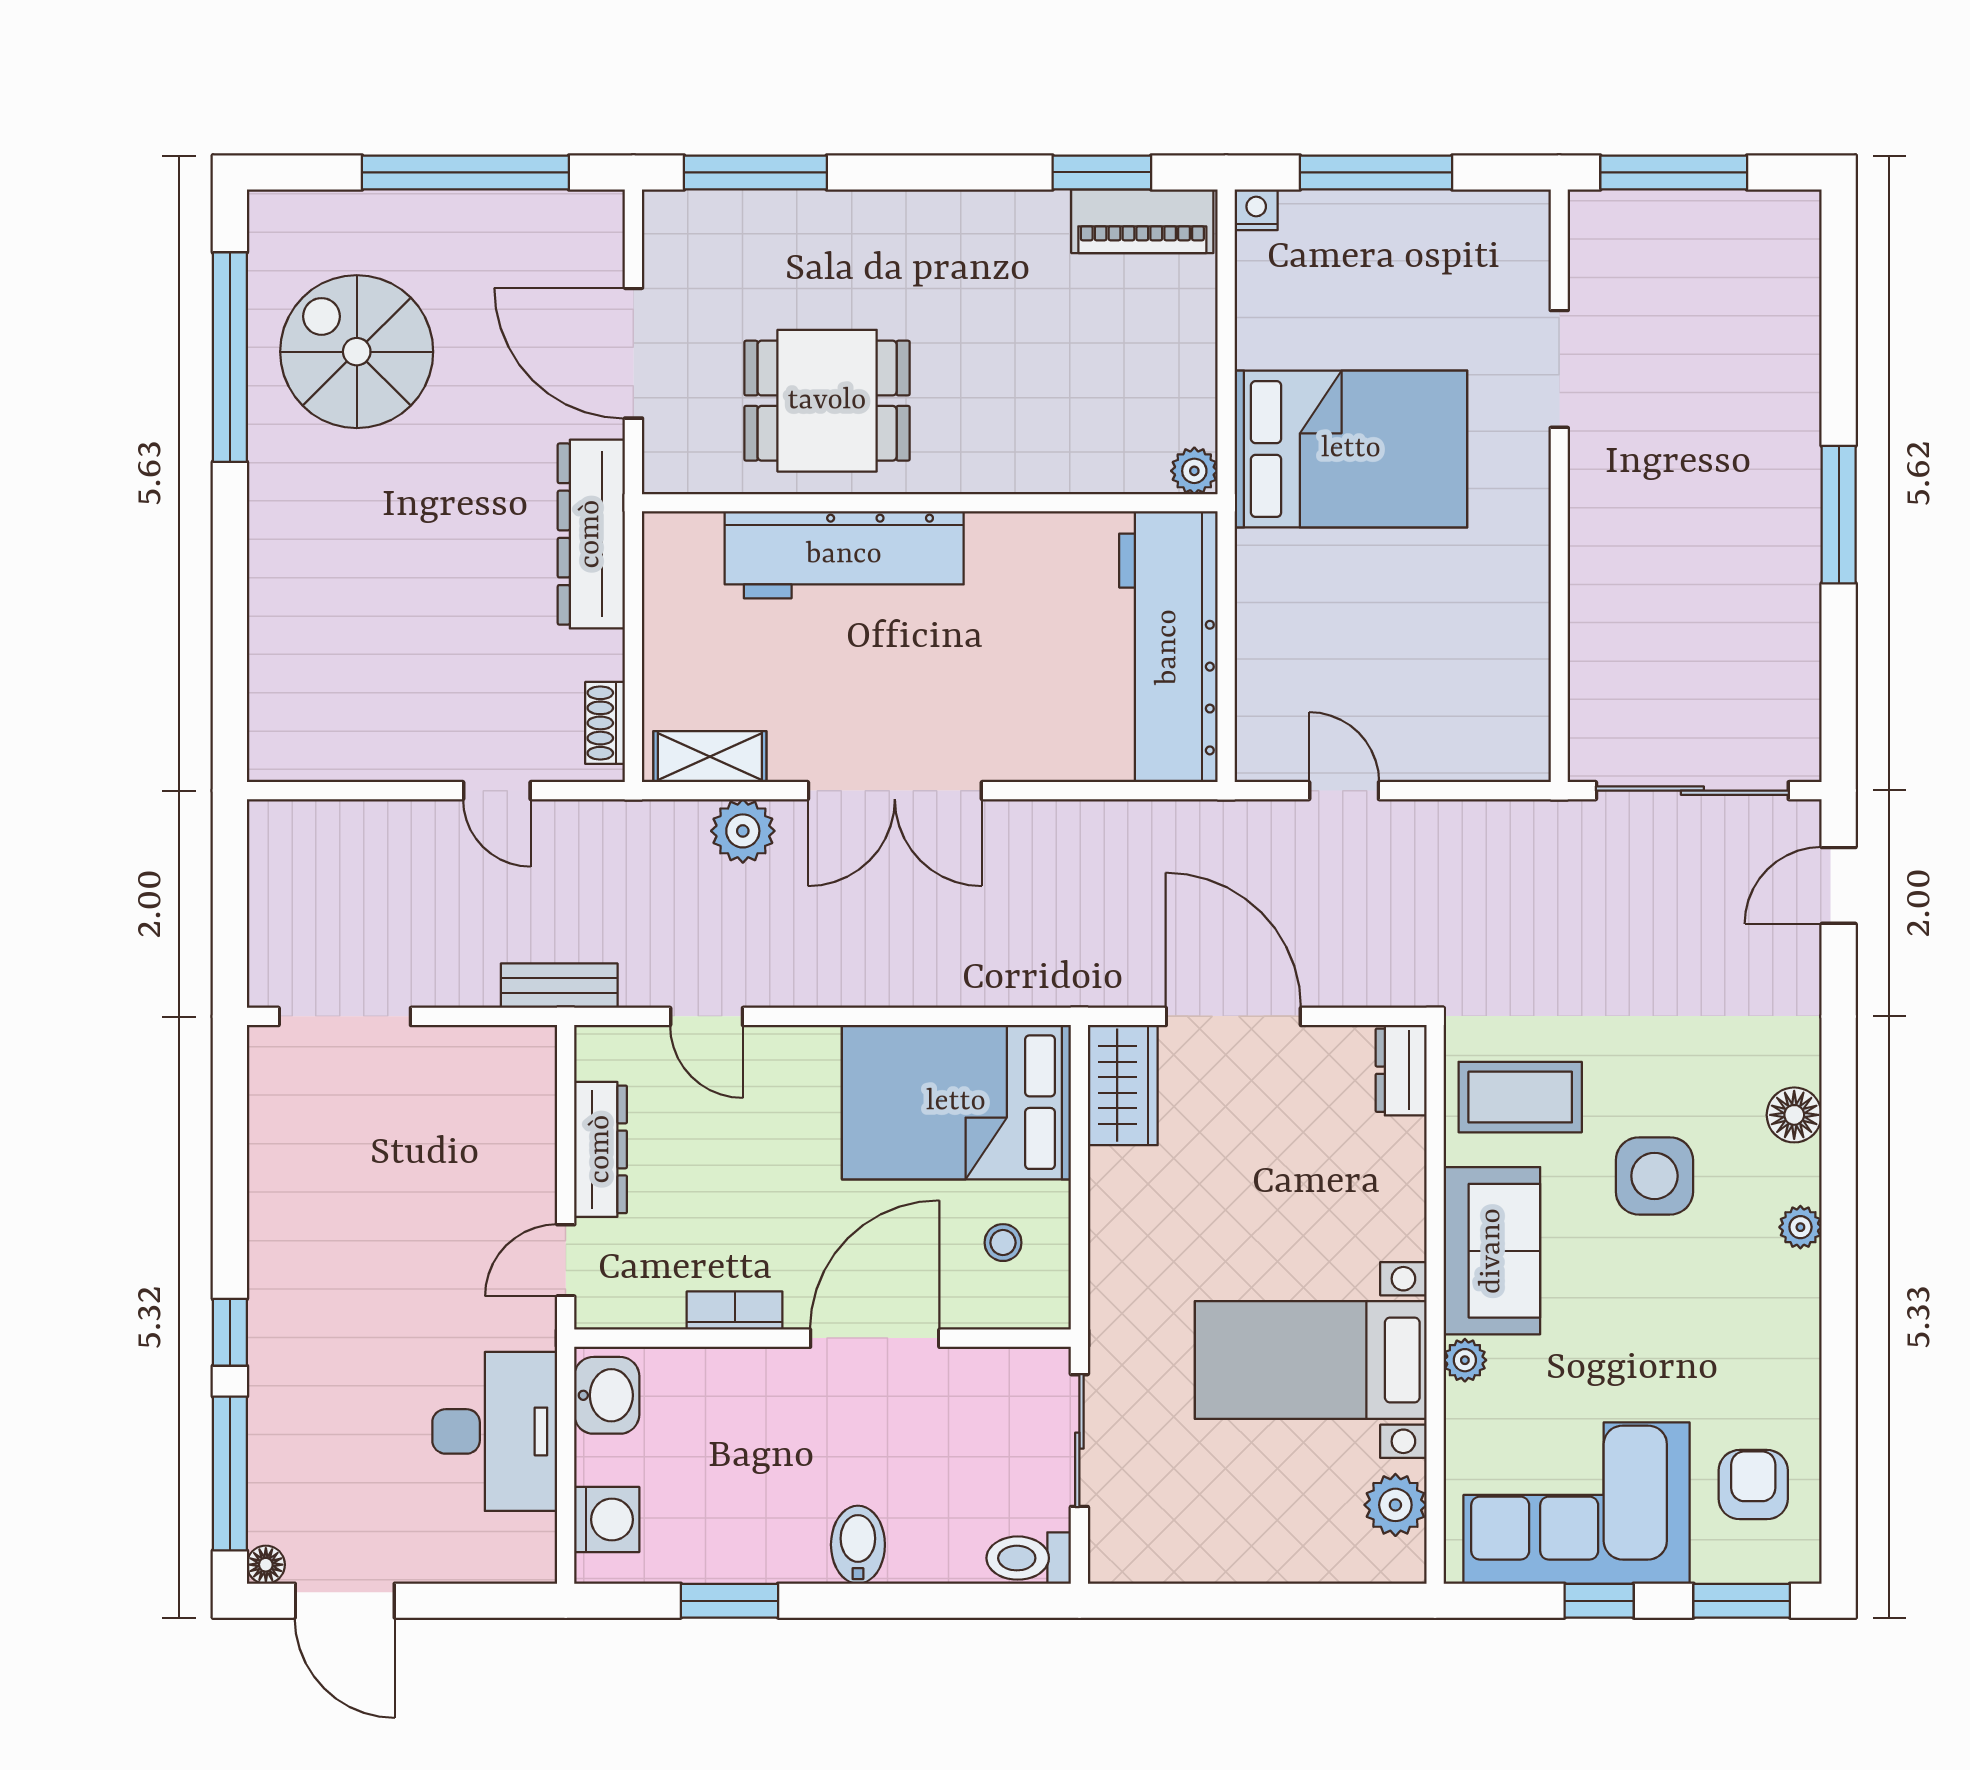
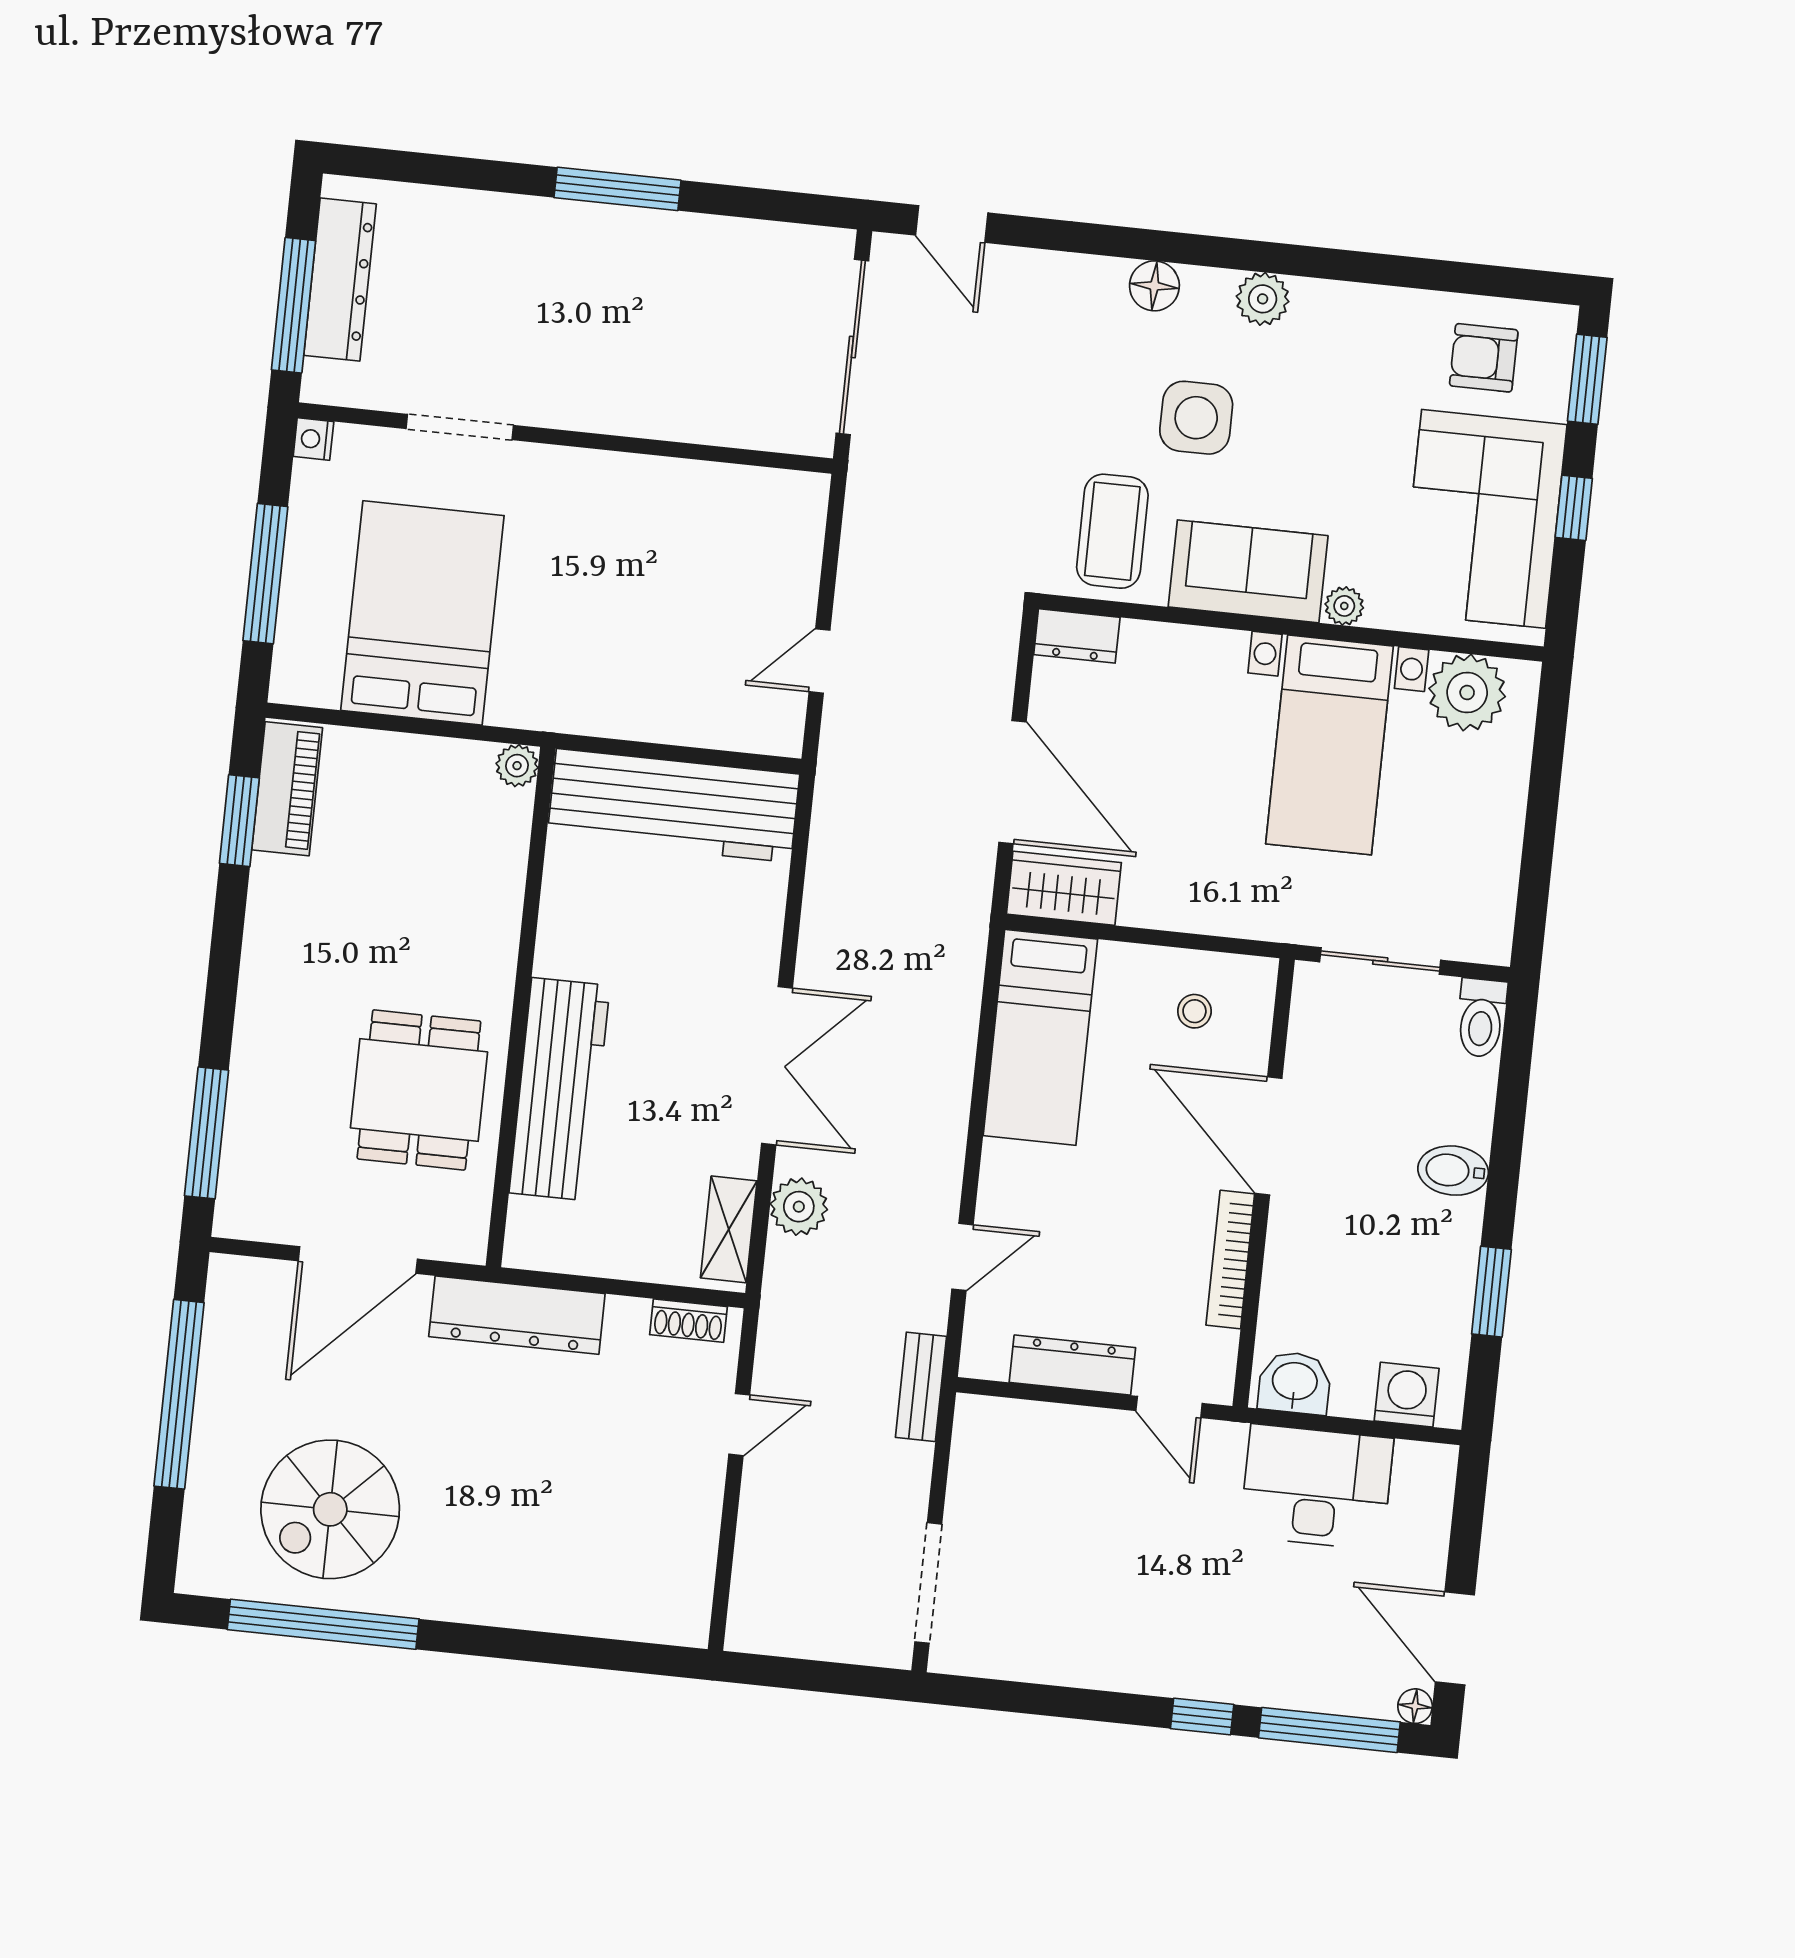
nightstand: (1256, 210) -> (313, 439), moved
dresser: (1707, 221) -> (340, 280), added
bed: (1351, 449) -> (422, 613), moved
door: (1233, 1016) -> (1012, 782), swing flipped
bed: (956, 1102) -> (1040, 1037), width x0.67
plant: (1800, 1227) -> (1263, 299), width x1.38, depth x1.38
bookcase: (735, 1311) -> (1230, 1260), width x1.56
plant: (1395, 1505) -> (1467, 693), width x1.36, depth x1.36
door: (345, 1601) -> (1455, 1638), swing flipped

